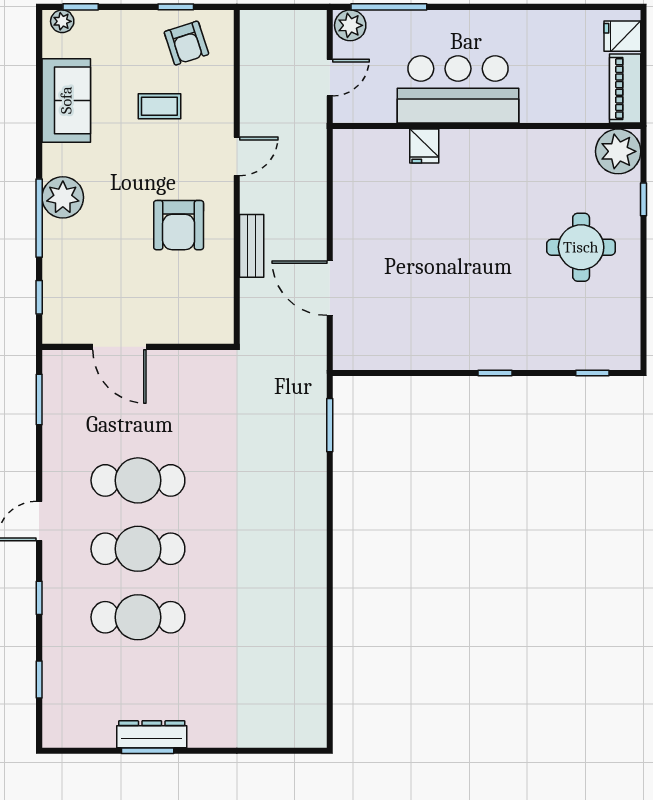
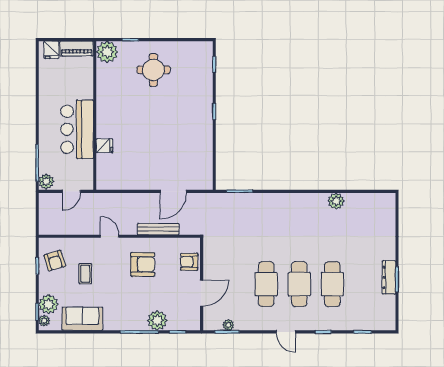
plant: (96, 30) -> (48, 304), added
armchair: (186, 43) -> (55, 261), turned 91
door: (330, 78) -> (71, 191), swing flipped
plant: (63, 197) -> (157, 320), moved
bench: (252, 246) -> (158, 229), width x1.36
armchair: (184, 321) -> (189, 262), added
plant: (54, 402) -> (228, 325), added
plant: (310, 625) -> (336, 201), added

